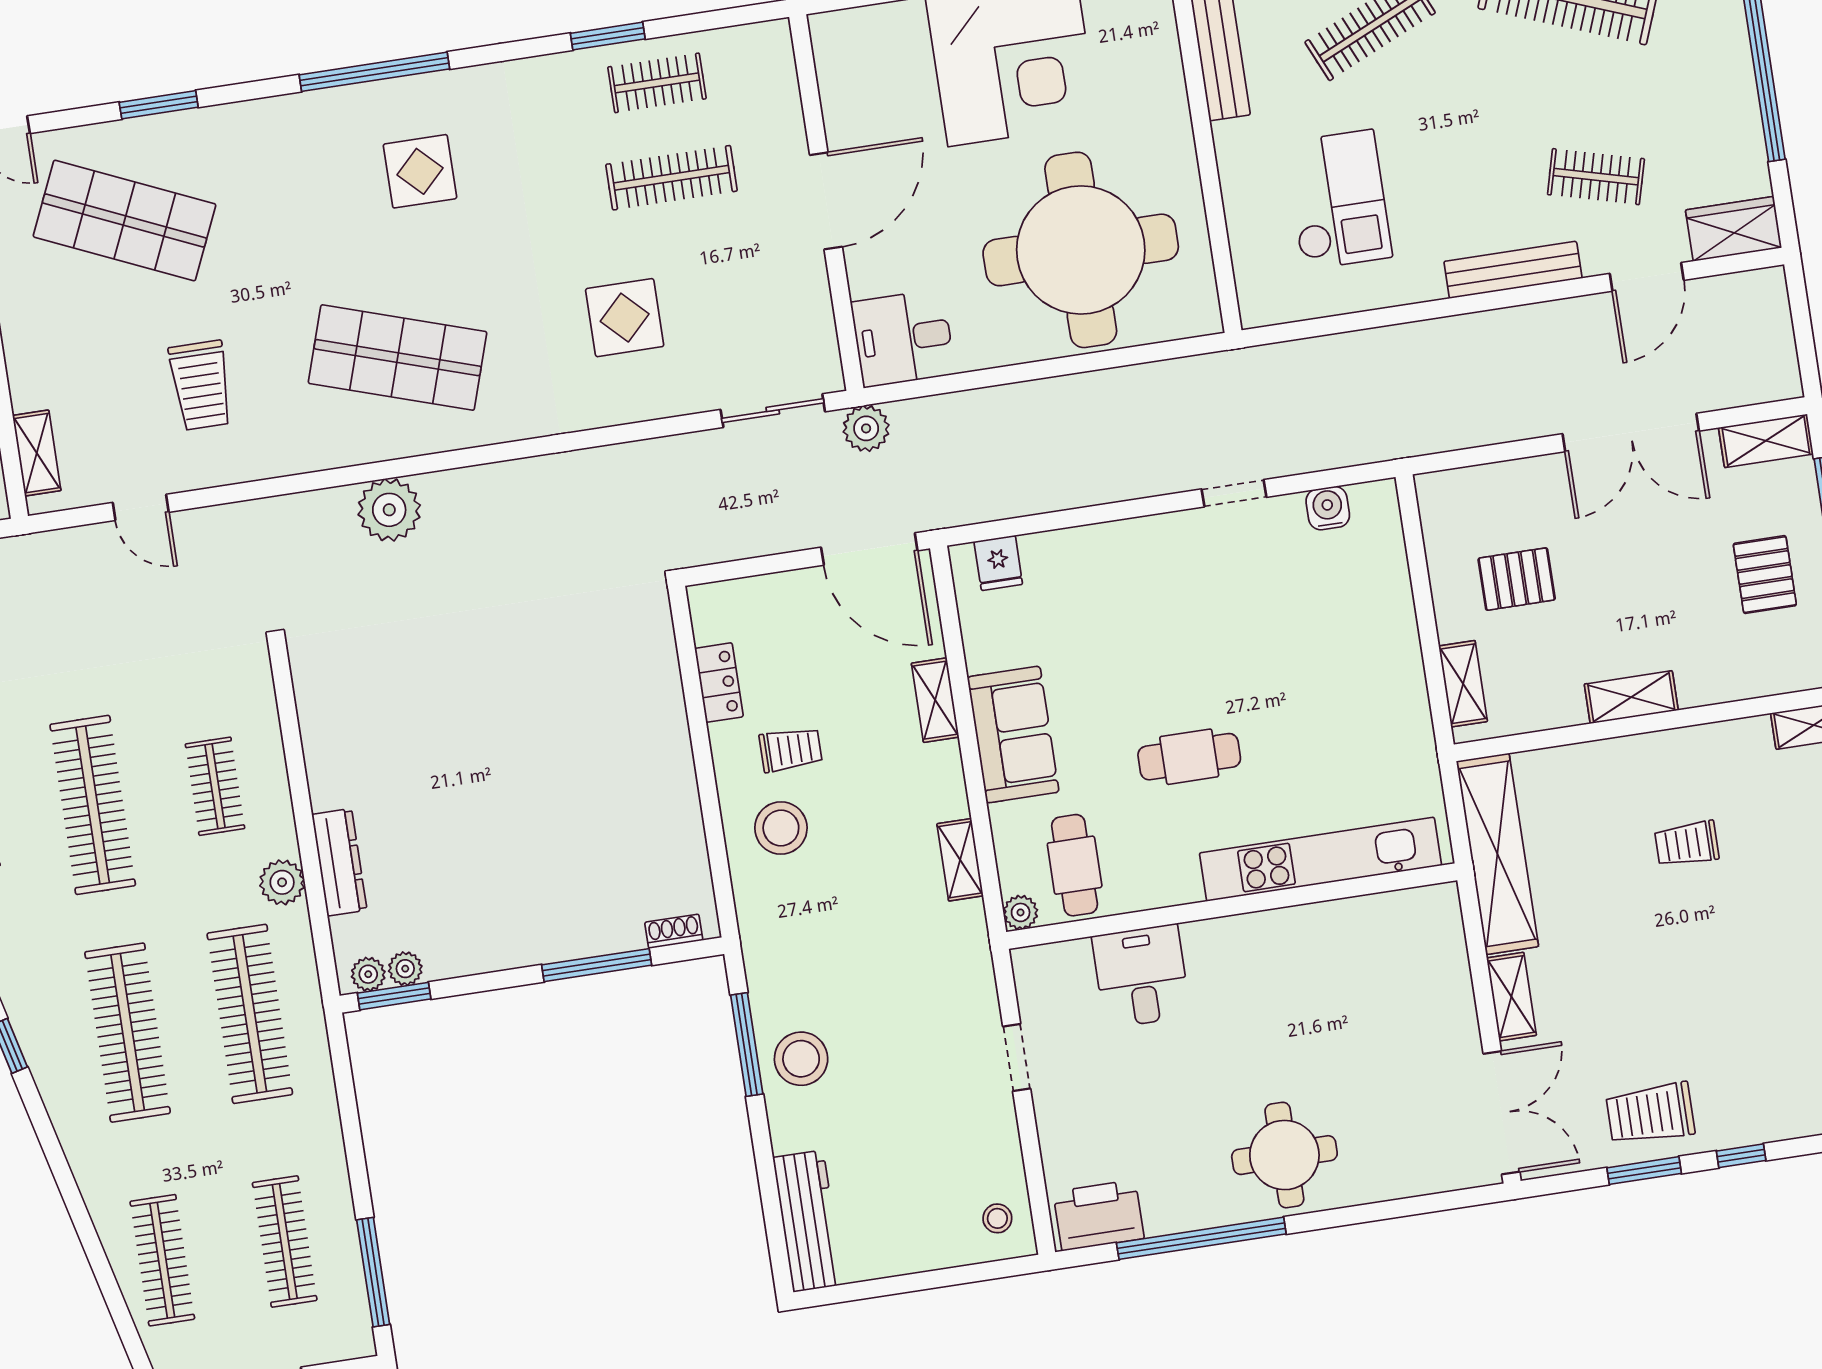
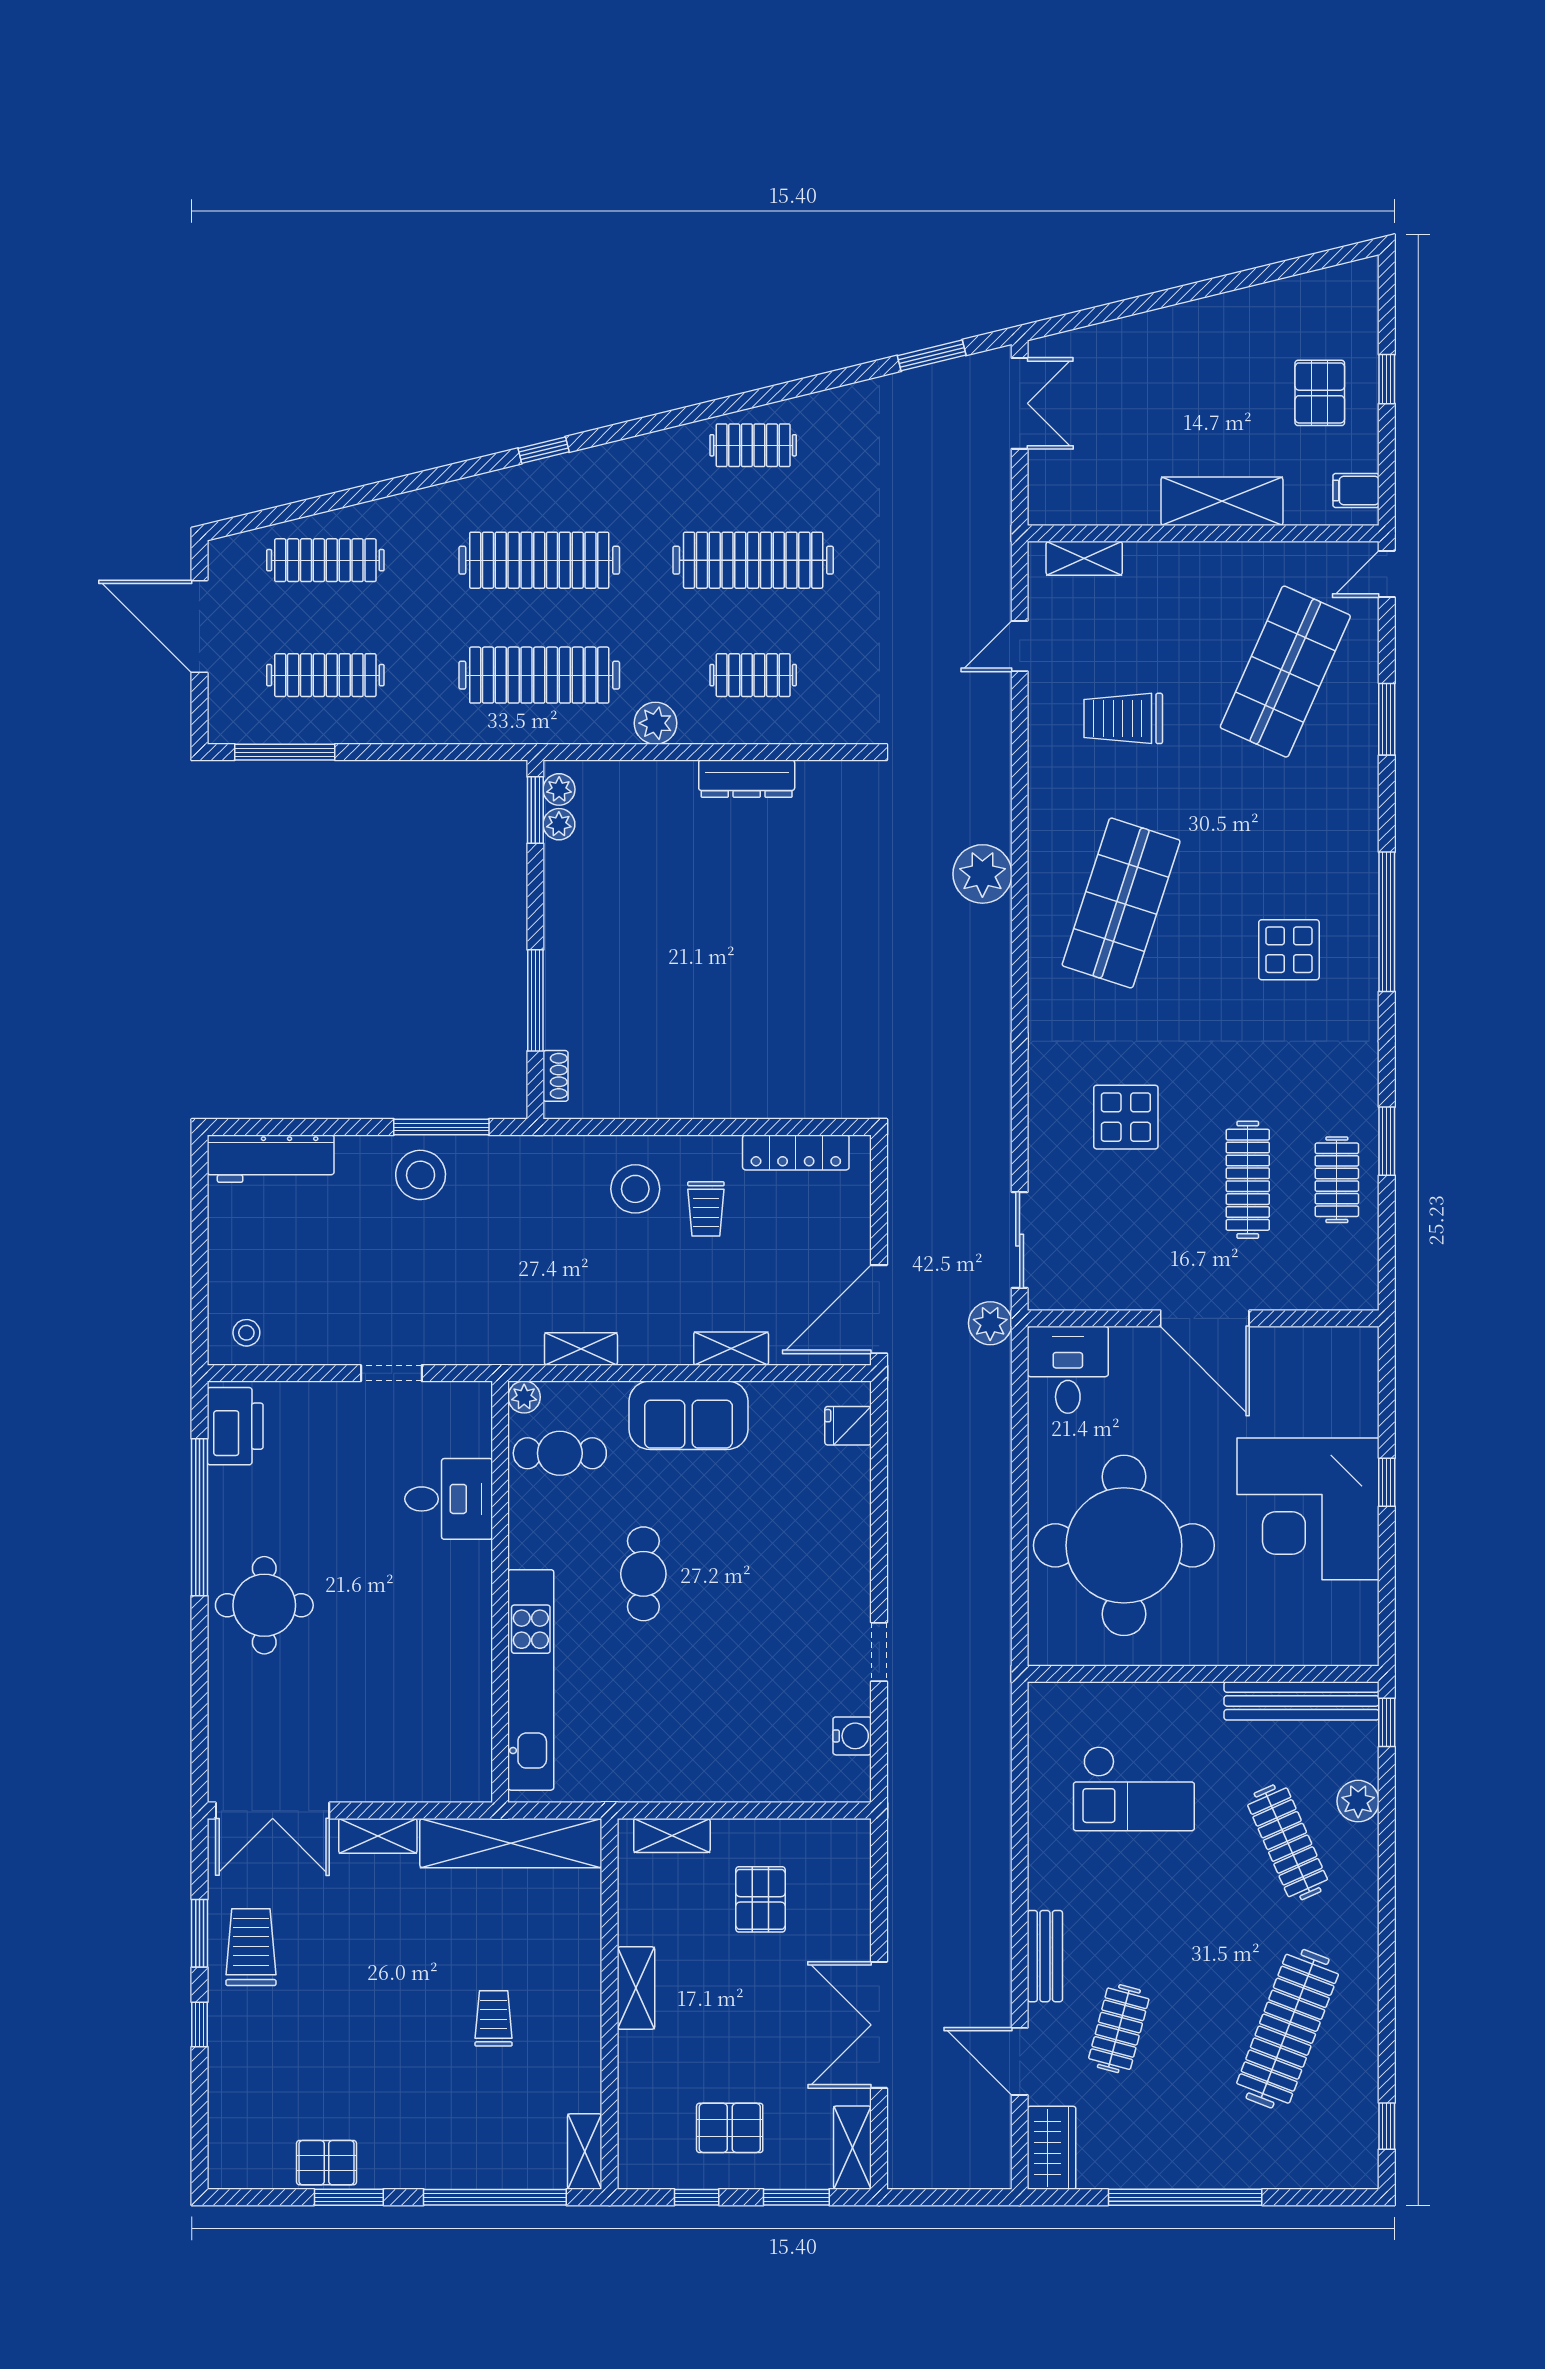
bench: (1513, 270) -> (1045, 1956), width x0.73
locker: (719, 683) -> (796, 1152), width x1.53
dresser: (339, 862) -> (747, 779), moved

